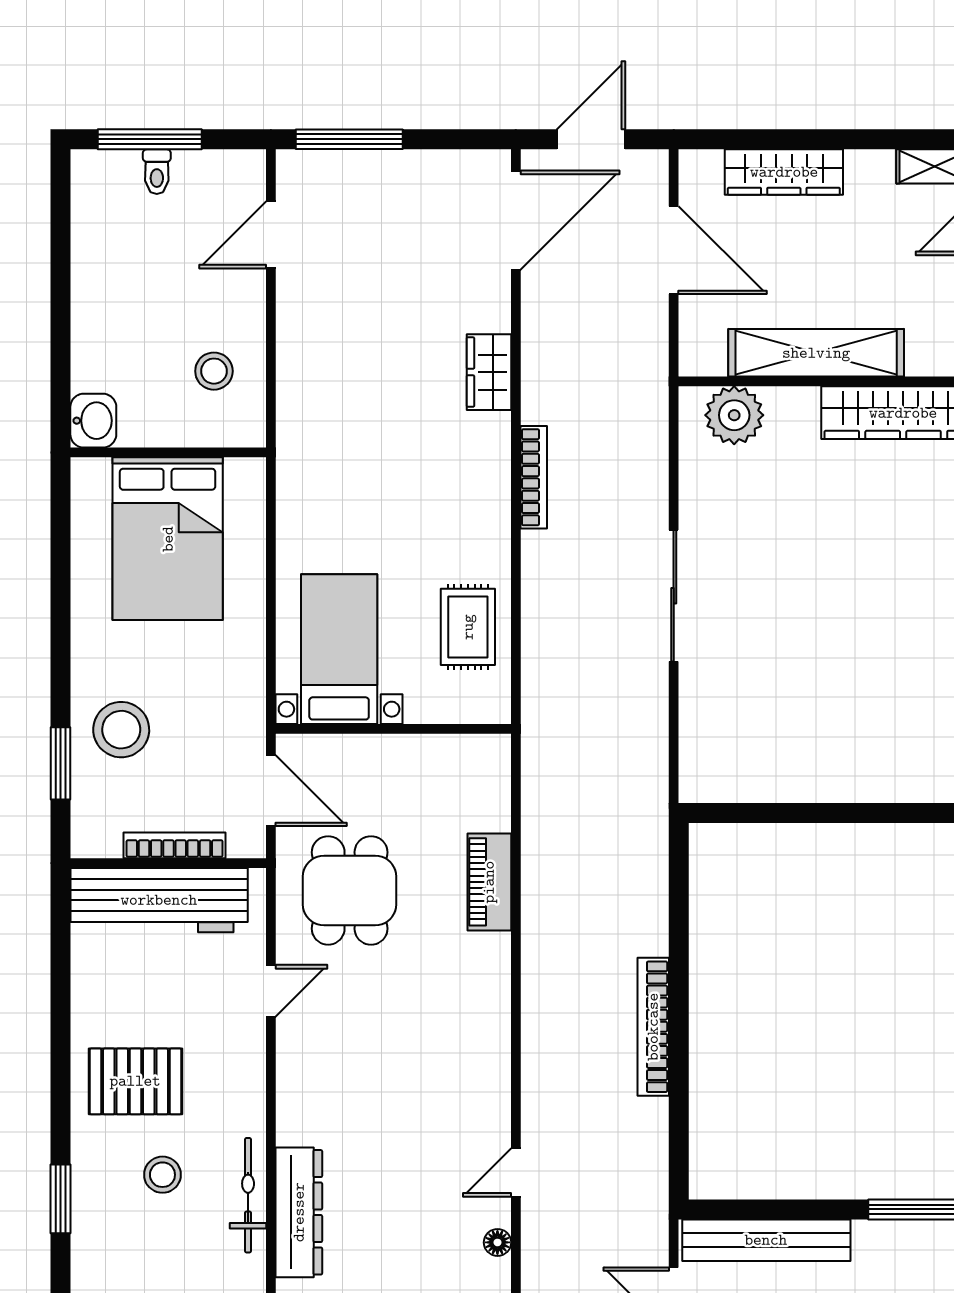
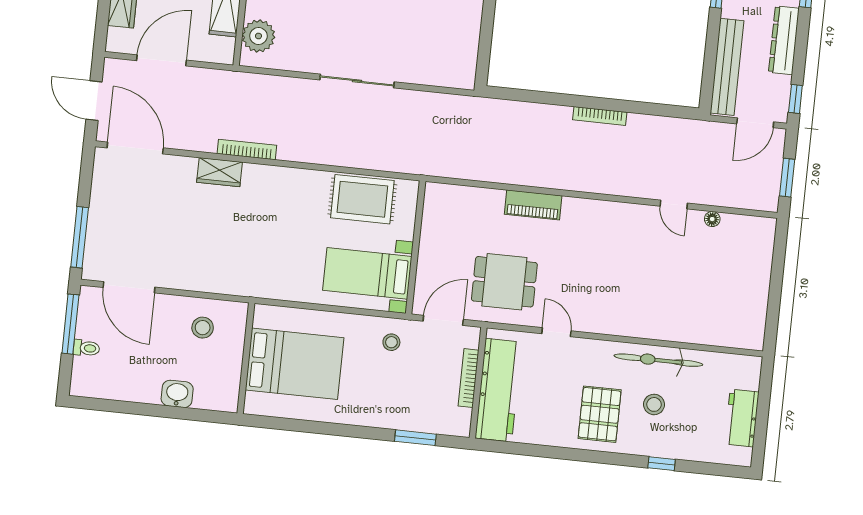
window: (150, 139) -> (70, 324), moved
door: (271, 235) -> (129, 287), width x1.36
washbasin: (93, 421) -> (177, 394), moved
bookcase: (534, 477) -> (247, 149), moved
rug: (468, 627) -> (362, 199), width x1.36, depth x1.43
stool: (121, 730) -> (391, 342), moved, width x0.53, depth x0.53
piano: (489, 882) -> (533, 205), moved
bookcase: (653, 1027) -> (600, 116), width x0.68, depth x0.76
bicycle: (248, 1195) -> (658, 360), width x1.37, depth x1.40
window: (60, 1199) -> (662, 464), width x0.67
dresser: (299, 1212) -> (683, 330), removed

